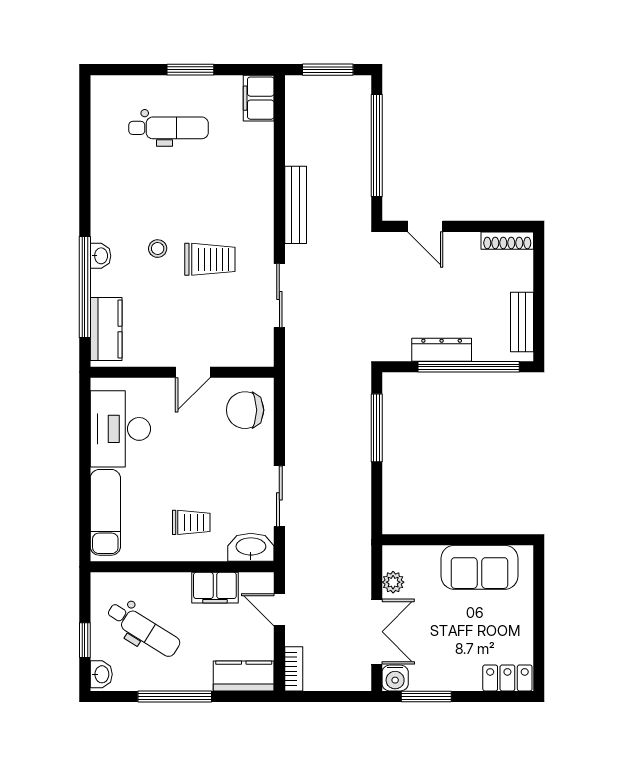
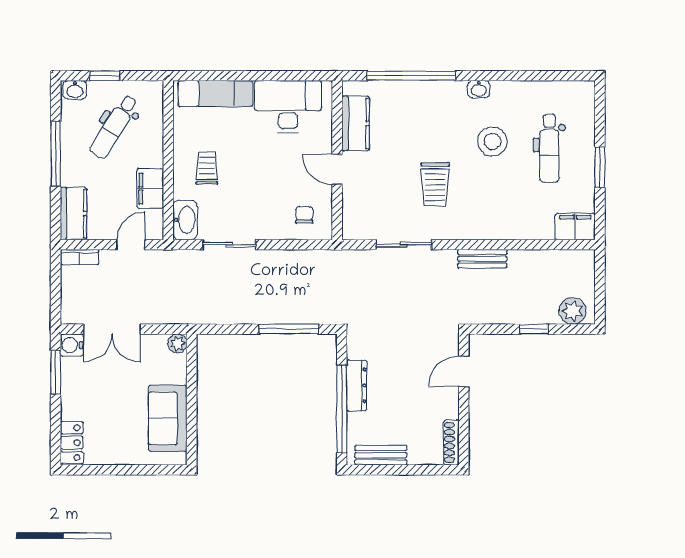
window: (328, 70) -> (600, 287), removed
plant: (356, 101) -> (573, 311), added
window: (377, 146) -> (534, 329), width x0.32
bench: (296, 205) -> (482, 259), width x0.73
stool: (158, 249) -> (492, 142), moved, width x1.89, depth x1.89
washbasin: (100, 256) -> (479, 89), moved
kitchen counter: (106, 329) -> (356, 123), moved, turned -90
chair: (245, 410) -> (304, 215), width x0.54, depth x0.54
trolley: (191, 522) -> (207, 168), turned 180
plant: (393, 582) -> (177, 343), moved

